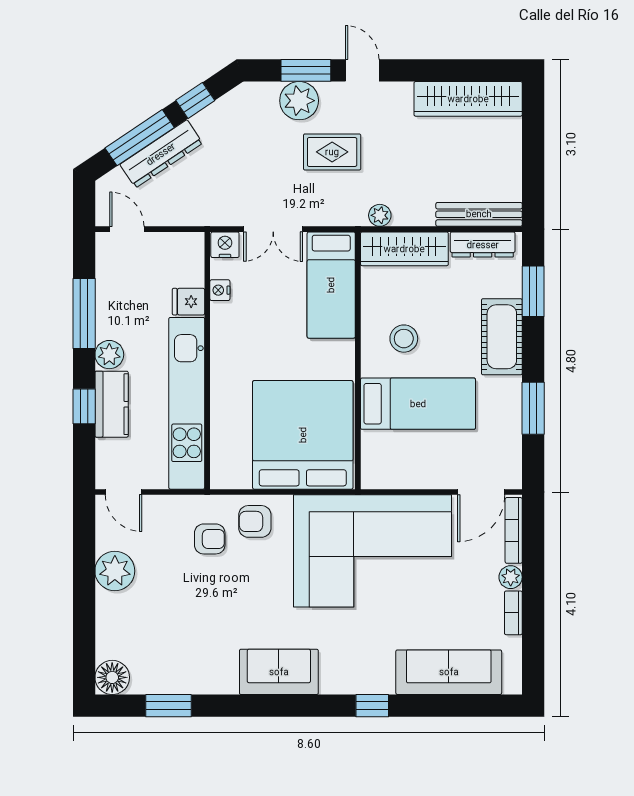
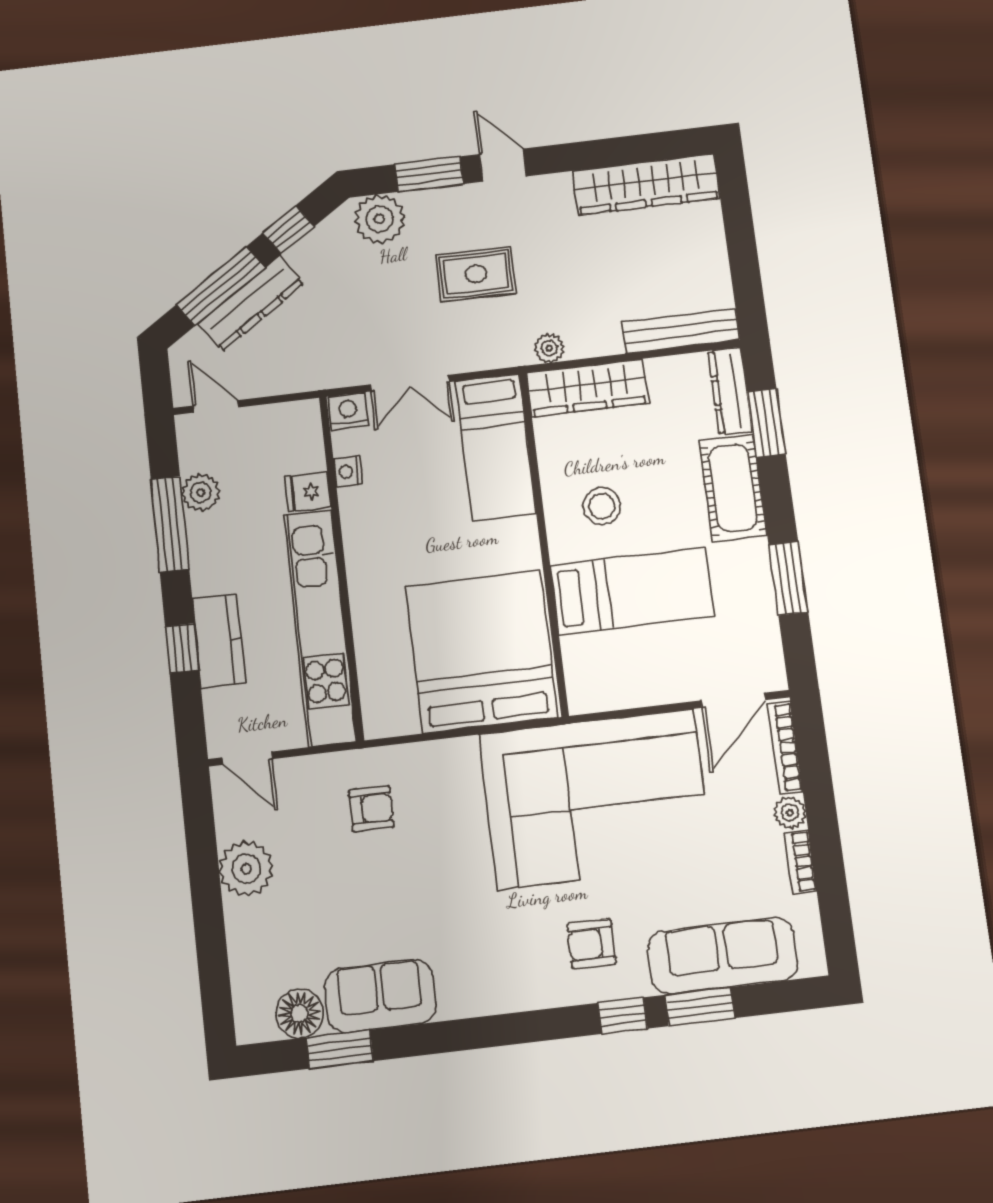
plant: (299, 101) -> (380, 219), moved
dresser: (483, 245) -> (730, 391), moved, turned 90
plant: (109, 355) -> (201, 493), moved
armchair: (255, 521) -> (591, 944), moved
sofa: (279, 672) -> (380, 996), moved
floor lamp: (112, 677) -> (300, 1013), moved
window: (428, 706) -> (700, 1007), added

